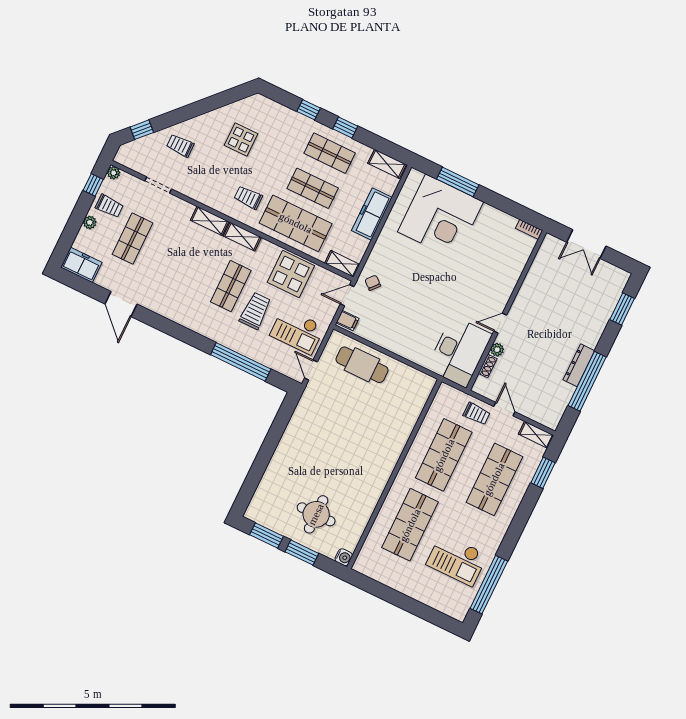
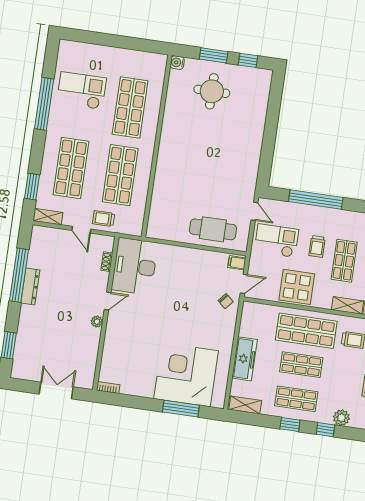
plant: (287, 117) -> (341, 418), added
shelving: (342, 264) -> (256, 309), removed
trolley: (255, 311) -> (317, 246), width x0.73, depth x0.72
plant: (497, 350) -> (97, 322), moved
window: (266, 536) -> (248, 60), width x0.67
window: (489, 585) -> (44, 104), moved

